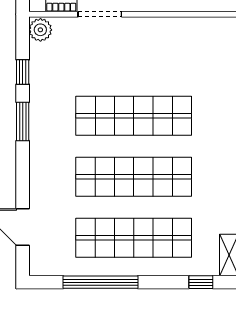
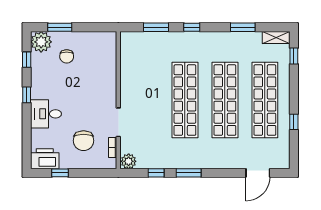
window: (100, 282) -> (294, 122), width x0.32

